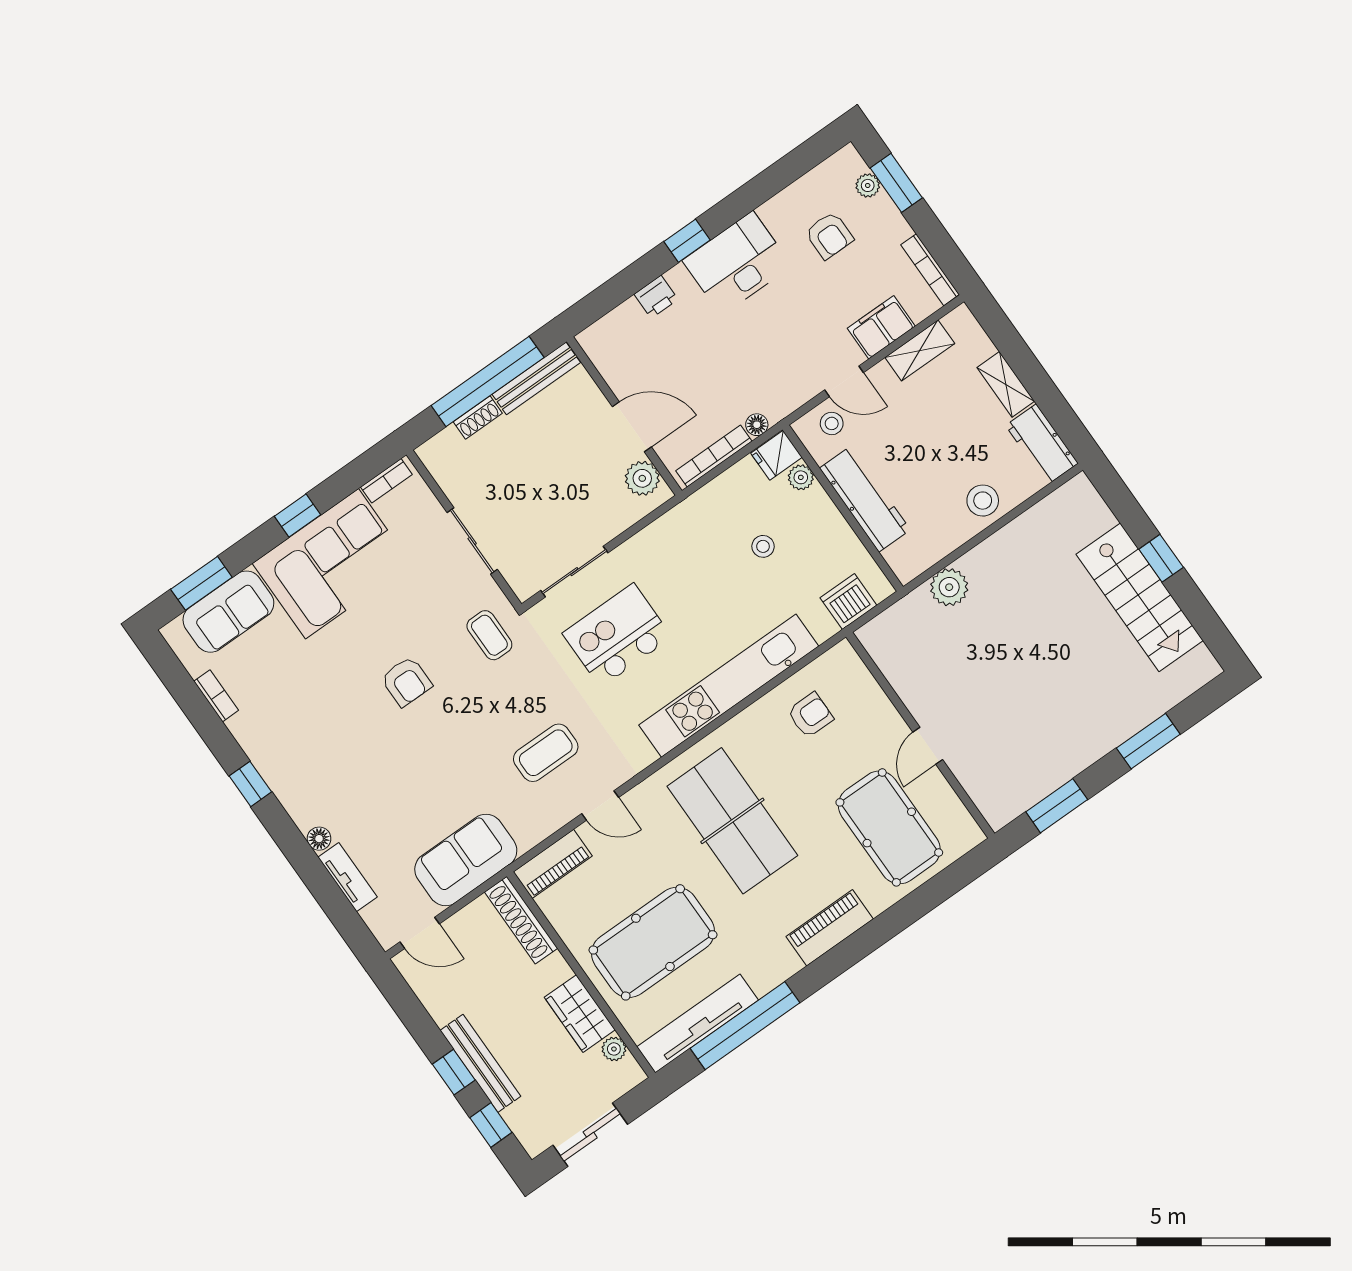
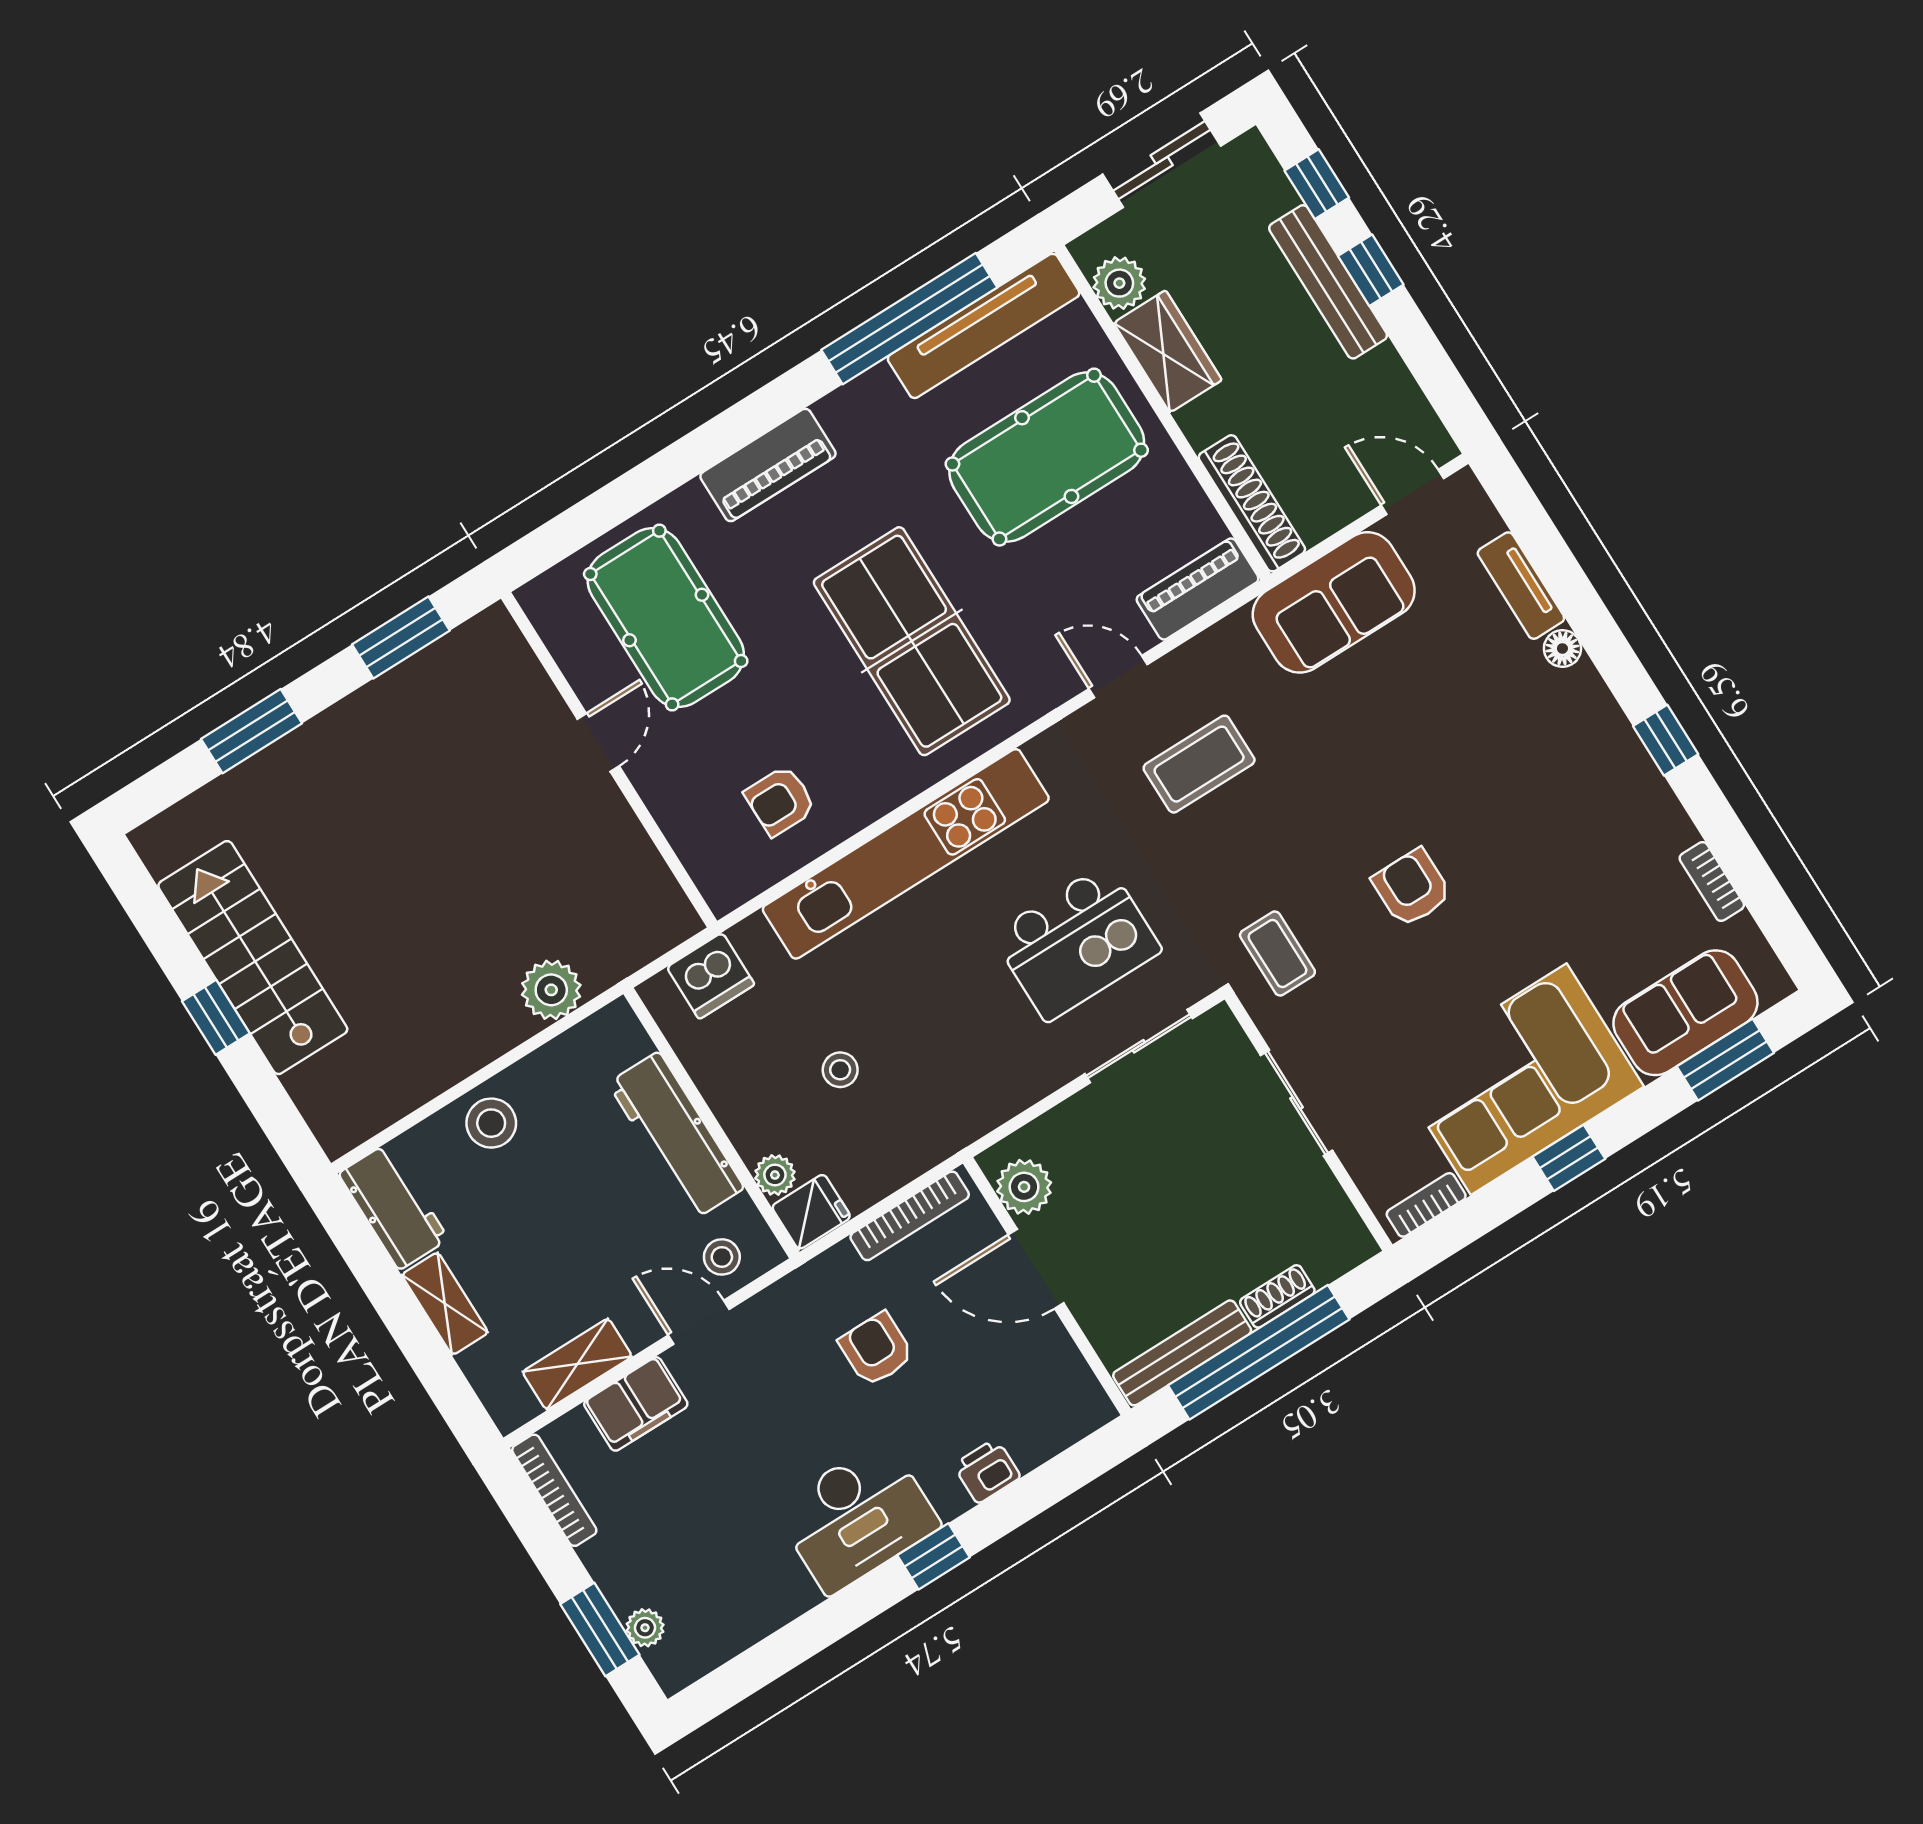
armchair: (829, 235) -> (876, 1349), moved
floor lamp: (757, 425) -> (840, 1261), removed
plant: (614, 1049) -> (1119, 283), width x1.38, depth x1.38

